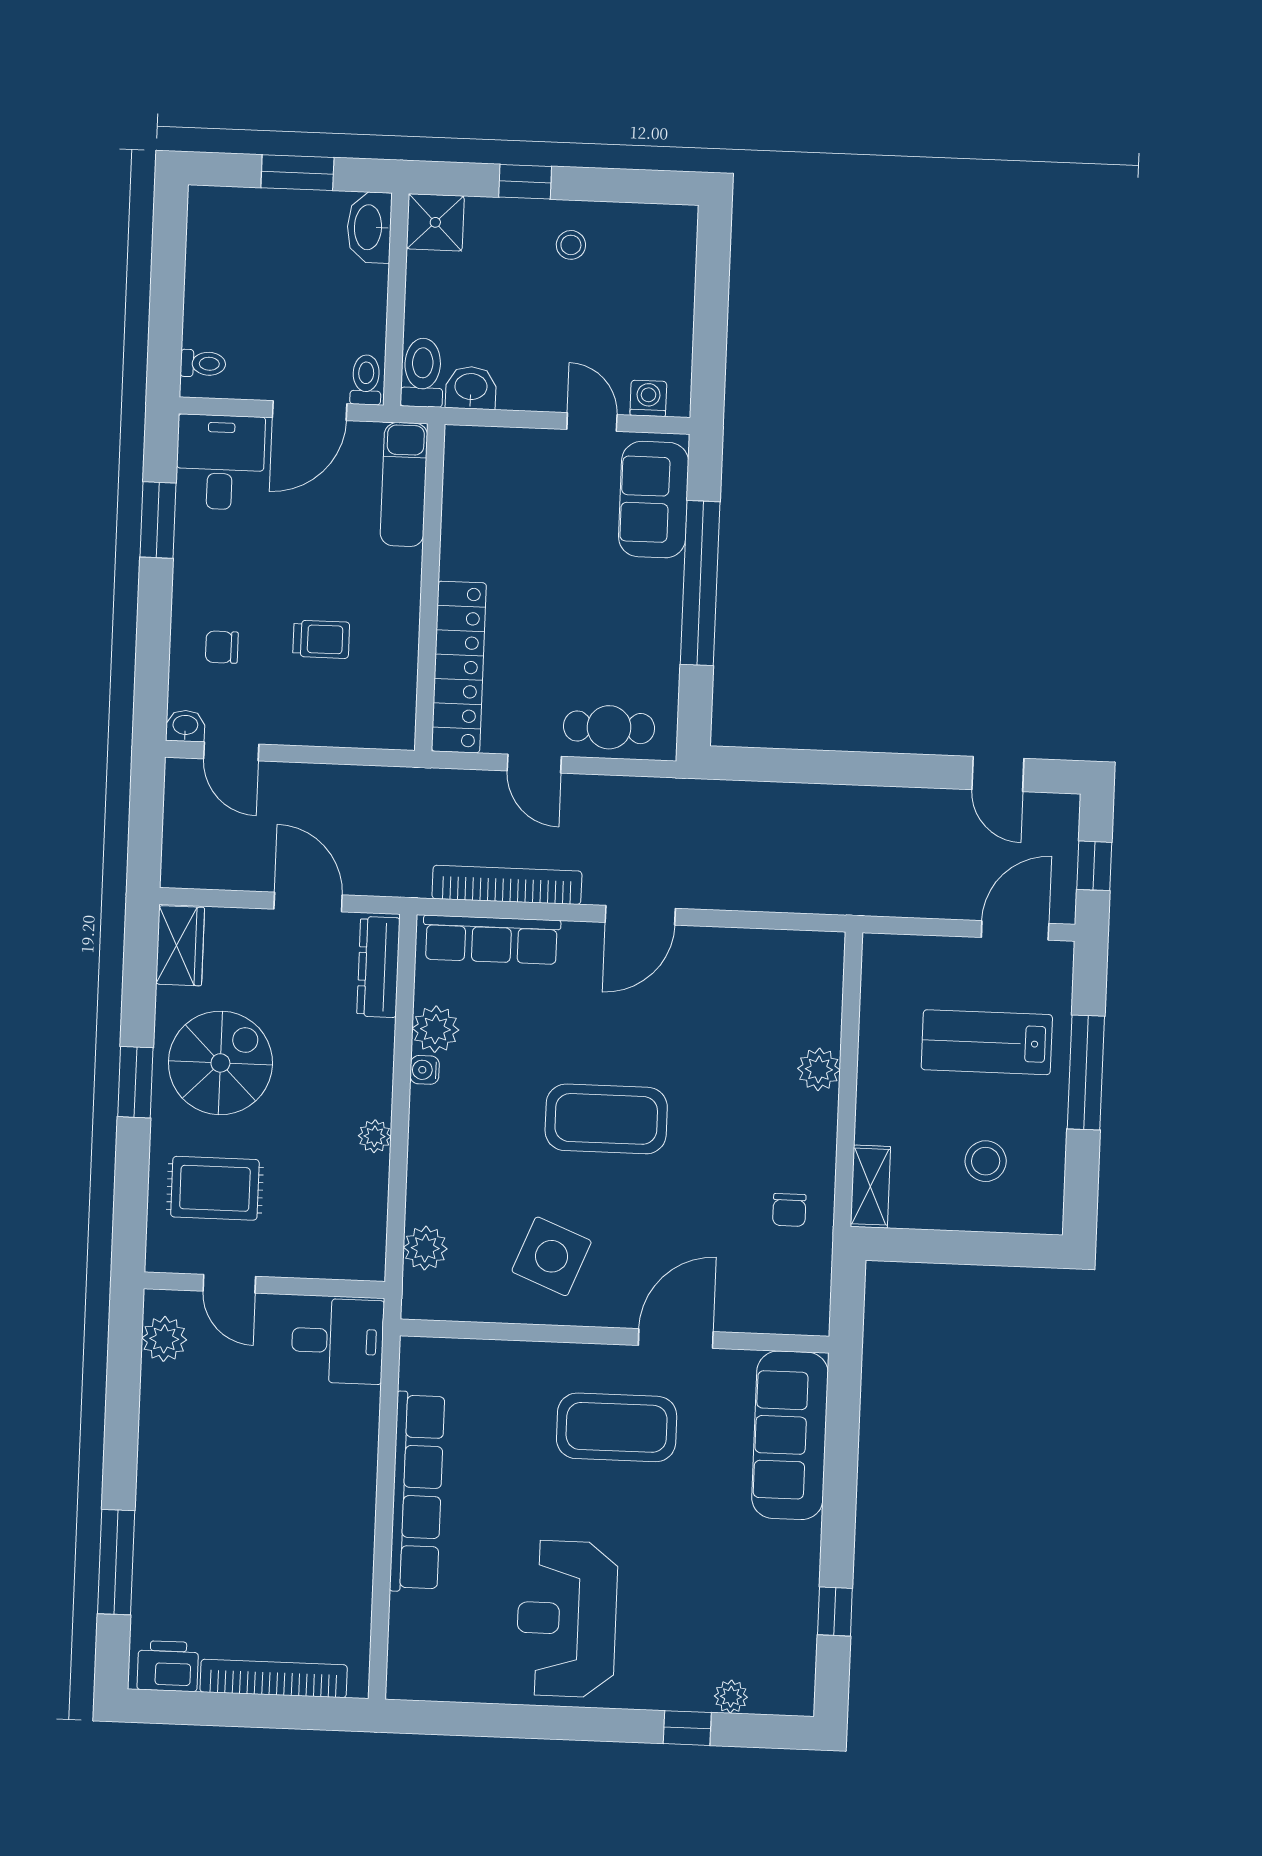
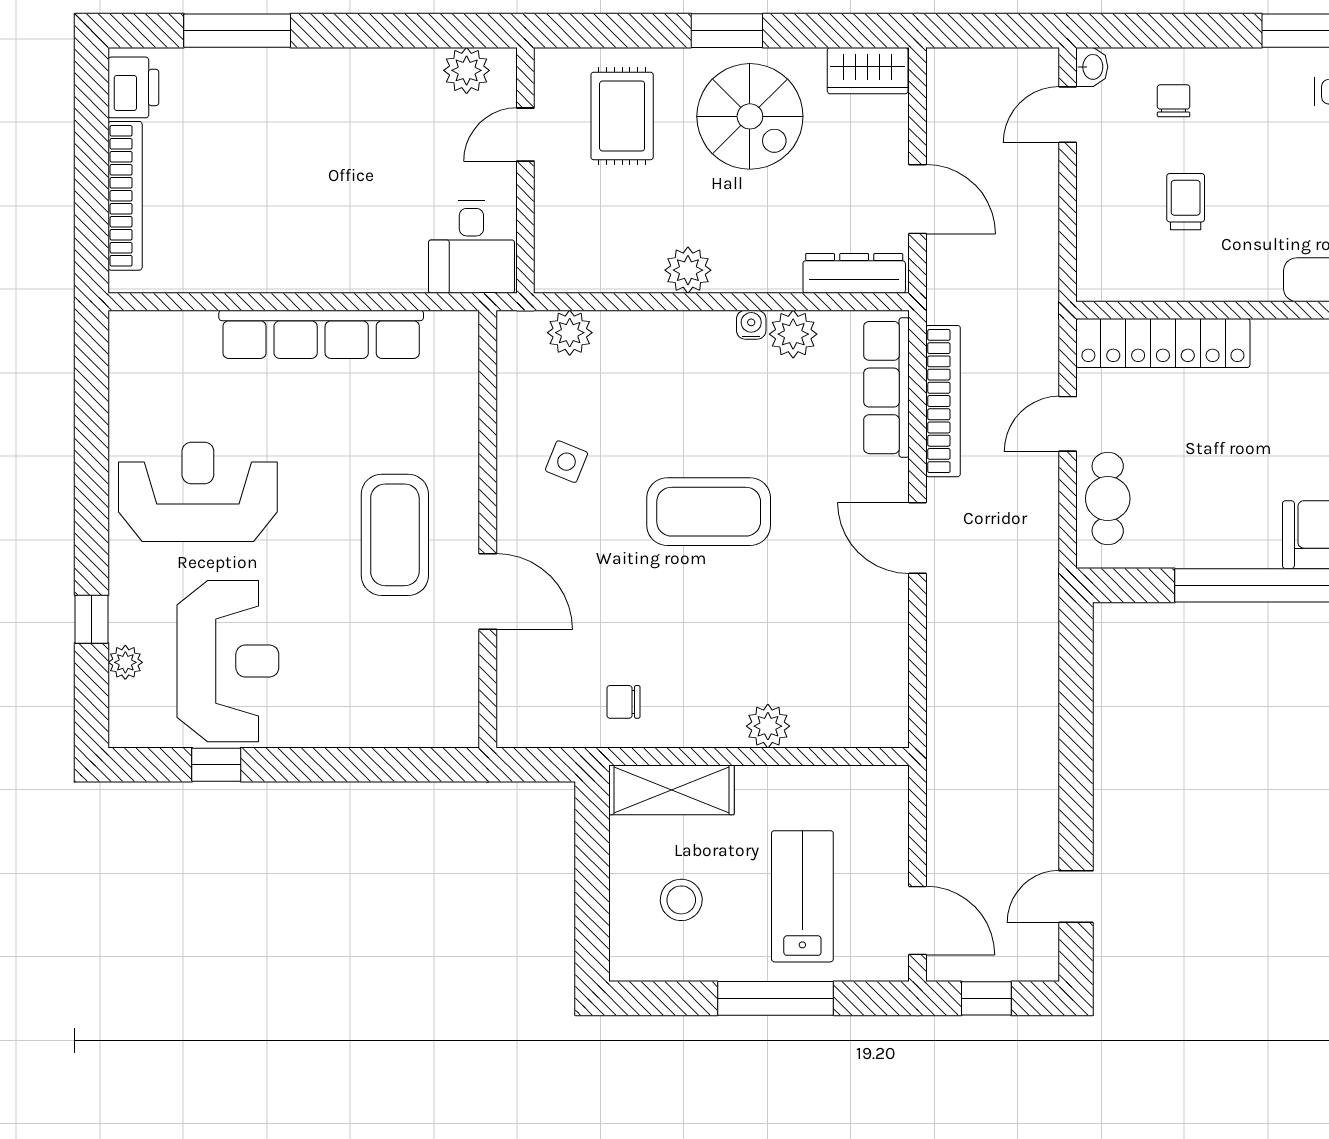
trolley: (321, 639) -> (1186, 202), turned 180
door: (308, 902) -> (917, 199), hinge flipped
coffee table: (606, 1119) -> (709, 512), turned 90
plant: (375, 1136) -> (688, 270), width x1.38, depth x1.38
shelving: (870, 1187) -> (671, 790), width x1.50, depth x1.33
side table: (552, 1256) -> (566, 462), width x0.54, depth x0.54
sofa: (790, 1435) -> (394, 712), removed
reception desk: (734, 1596) -> (228, 661), added

